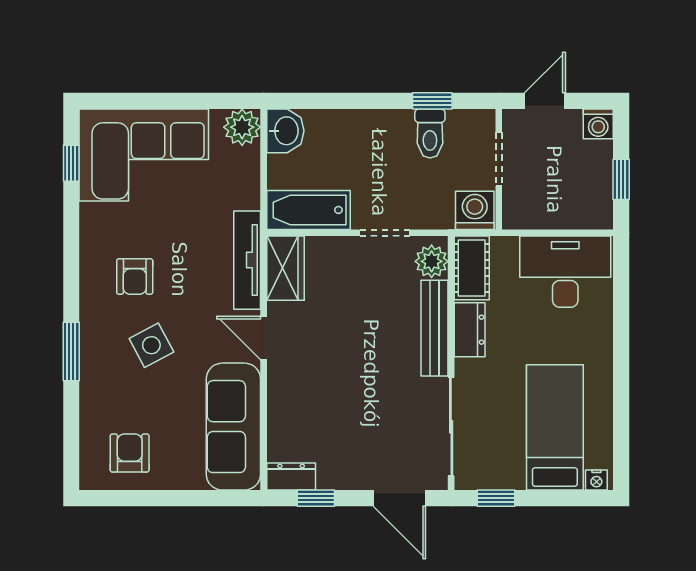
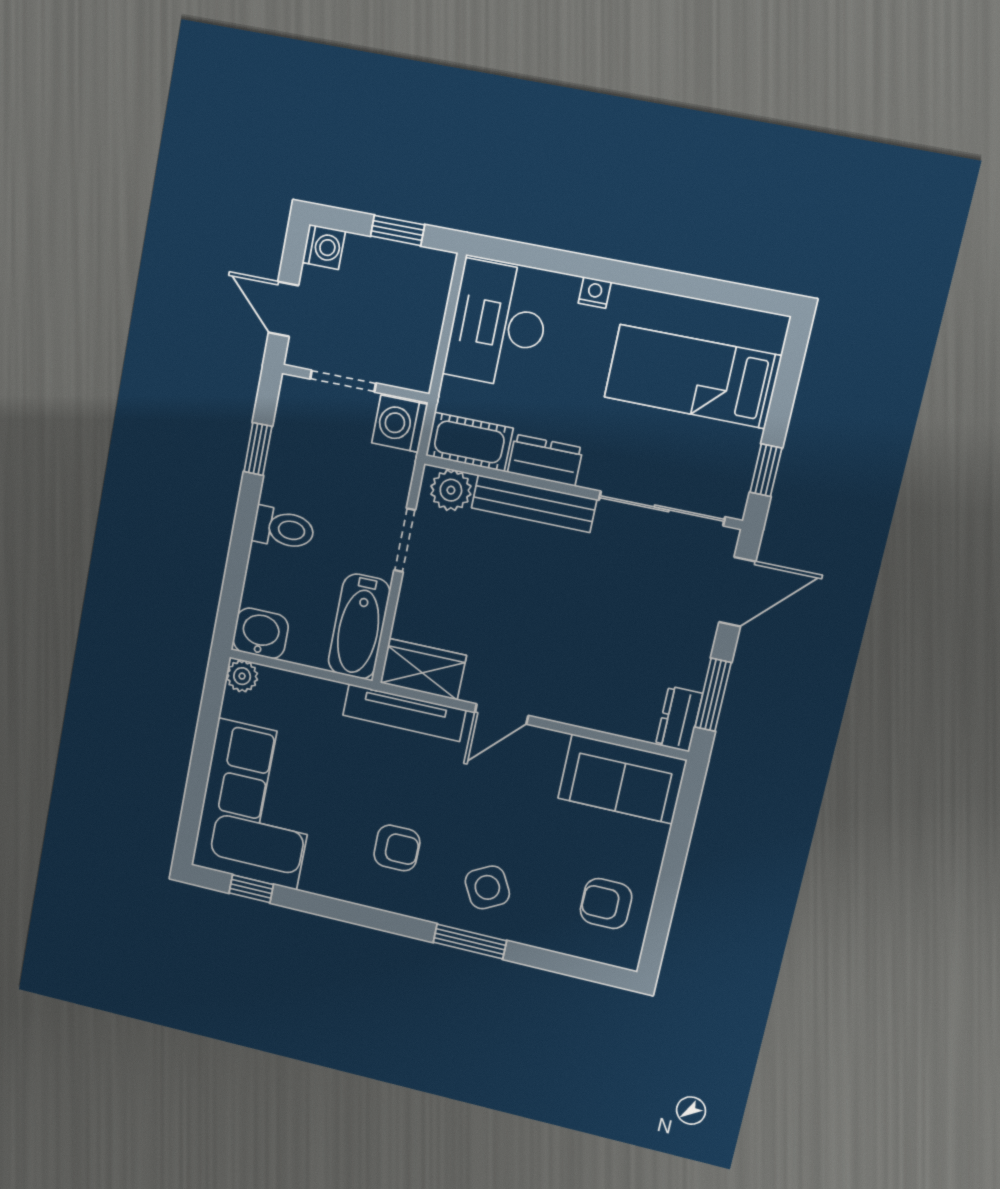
plant: (242, 127) -> (242, 676), width x0.73, depth x0.73
toilet: (430, 134) -> (283, 529), moved
side table: (151, 345) -> (487, 887), moved
sofa: (233, 427) -> (622, 779), width x0.73
nightstand: (596, 480) -> (595, 293), moved, turned -90
window: (316, 498) -> (713, 695), width x1.50

